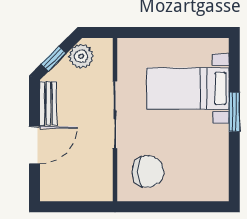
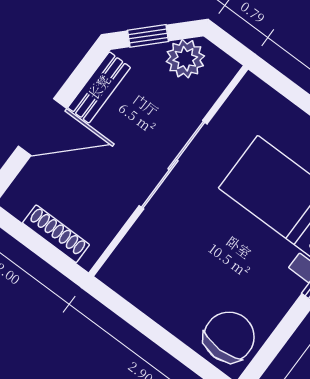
chair: (148, 172) -> (229, 337), moved, turned -90
shoe rack: (82, 194) -> (56, 234), added

